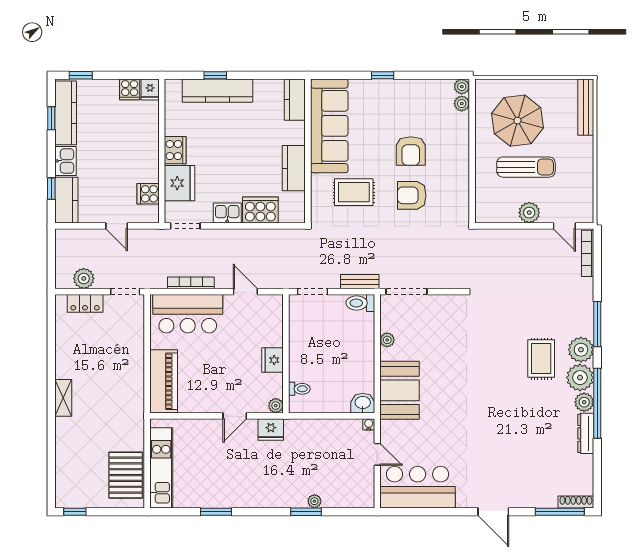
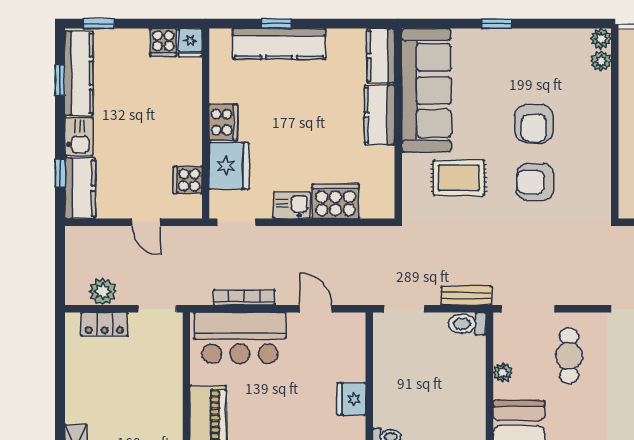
kitchen counter: (294, 168) -> (380, 115), moved
cafe table: (438, 327) -> (569, 356), added

